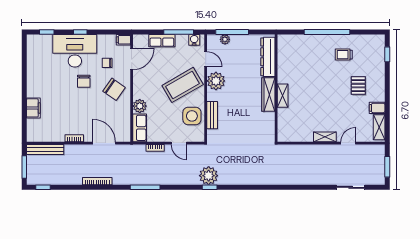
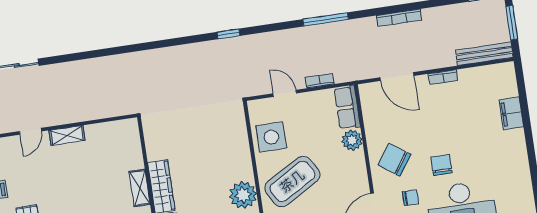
bench: (212, 115) -> (241, 143), removed
plant: (209, 176) -> (233, 51), removed

